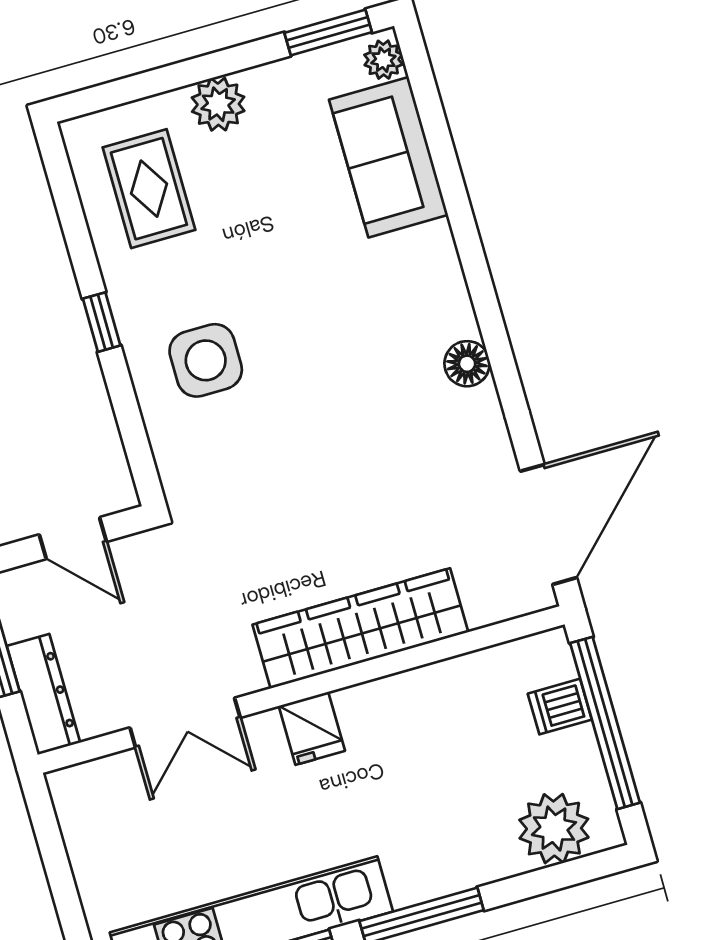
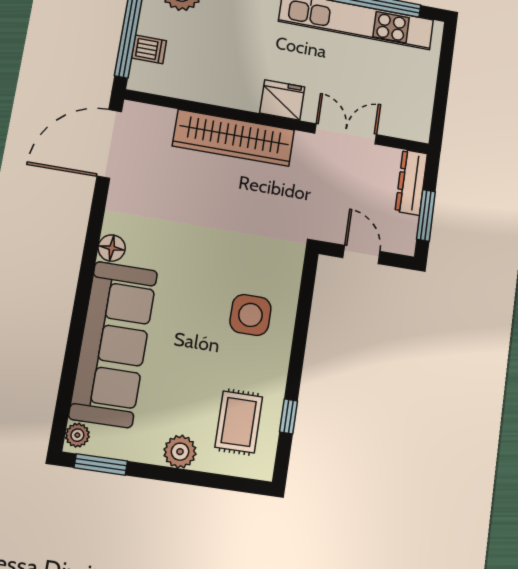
sofa: (389, 157) -> (113, 344), width x1.85, depth x1.27
window: (102, 322) -> (288, 416), moved
fridge: (312, 728) -> (282, 100), width x1.38

